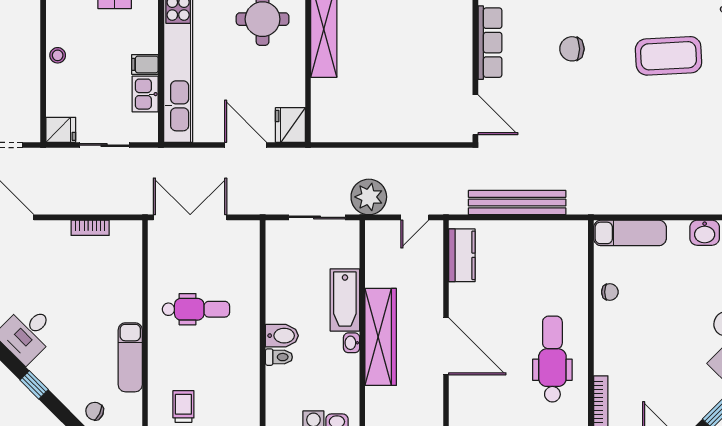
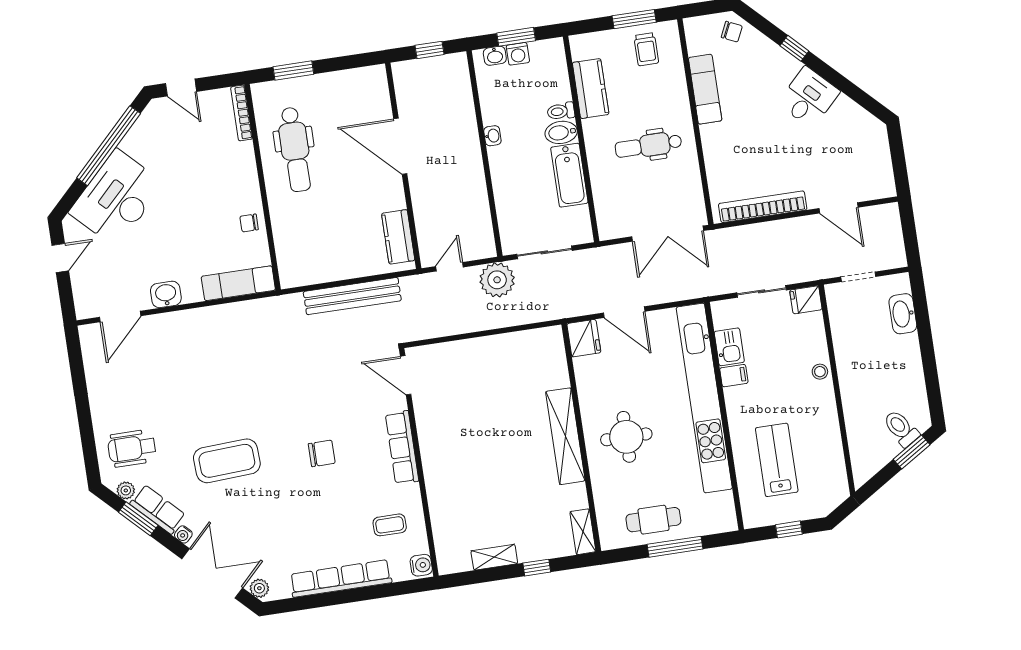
bookcase: (90, 228) -> (763, 207), width x2.31, depth x1.31
bathtub: (345, 300) -> (569, 175), moved, turned 180
wardrobe: (381, 337) -> (465, 146), removed
kitchen counter: (245, 375) -> (591, 89), added

